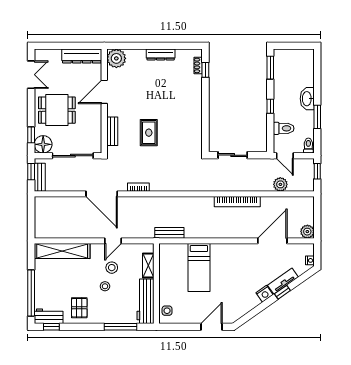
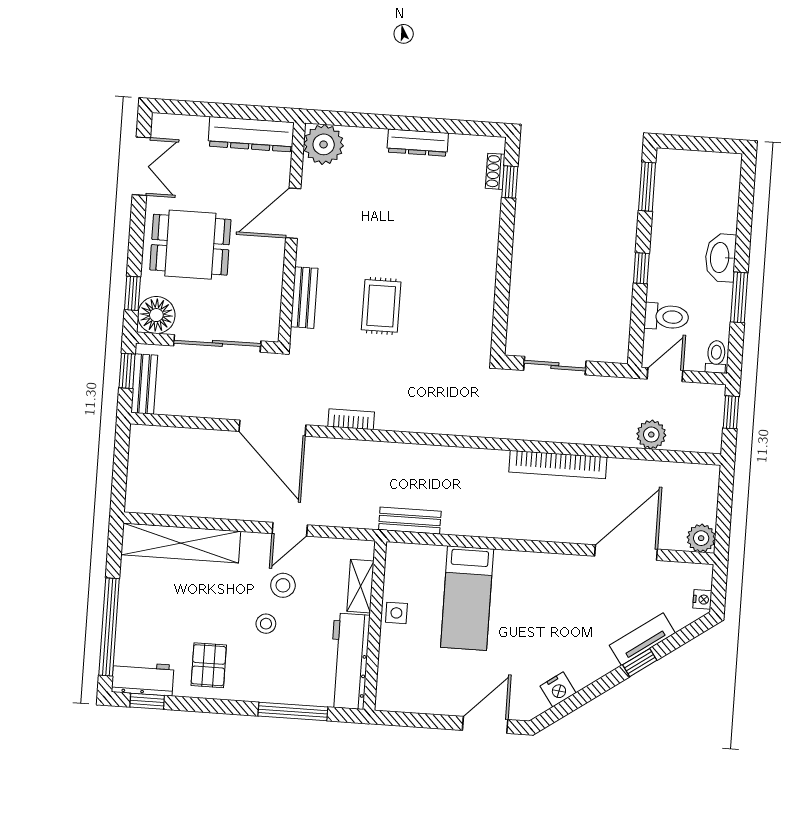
door: (285, 156) -> (665, 375), swing flipped
nightstand: (265, 294) -> (558, 689), moved
side table: (167, 311) -> (396, 613), moved

